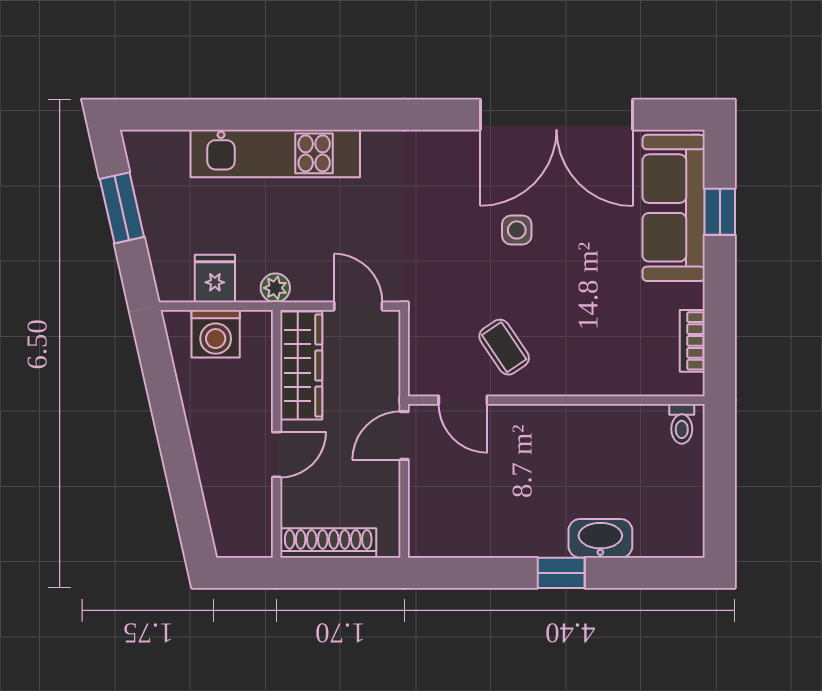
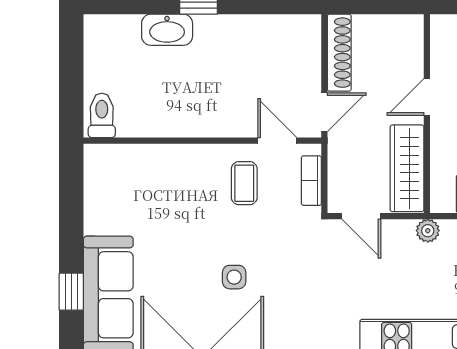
bookcase: (692, 341) -> (311, 181), moved, turned 180
coffee table: (504, 347) -> (244, 183), turned 34
toilet: (682, 424) -> (102, 115), width x1.37, depth x1.39
shoe rack: (328, 543) -> (339, 53), moved, turned -90

